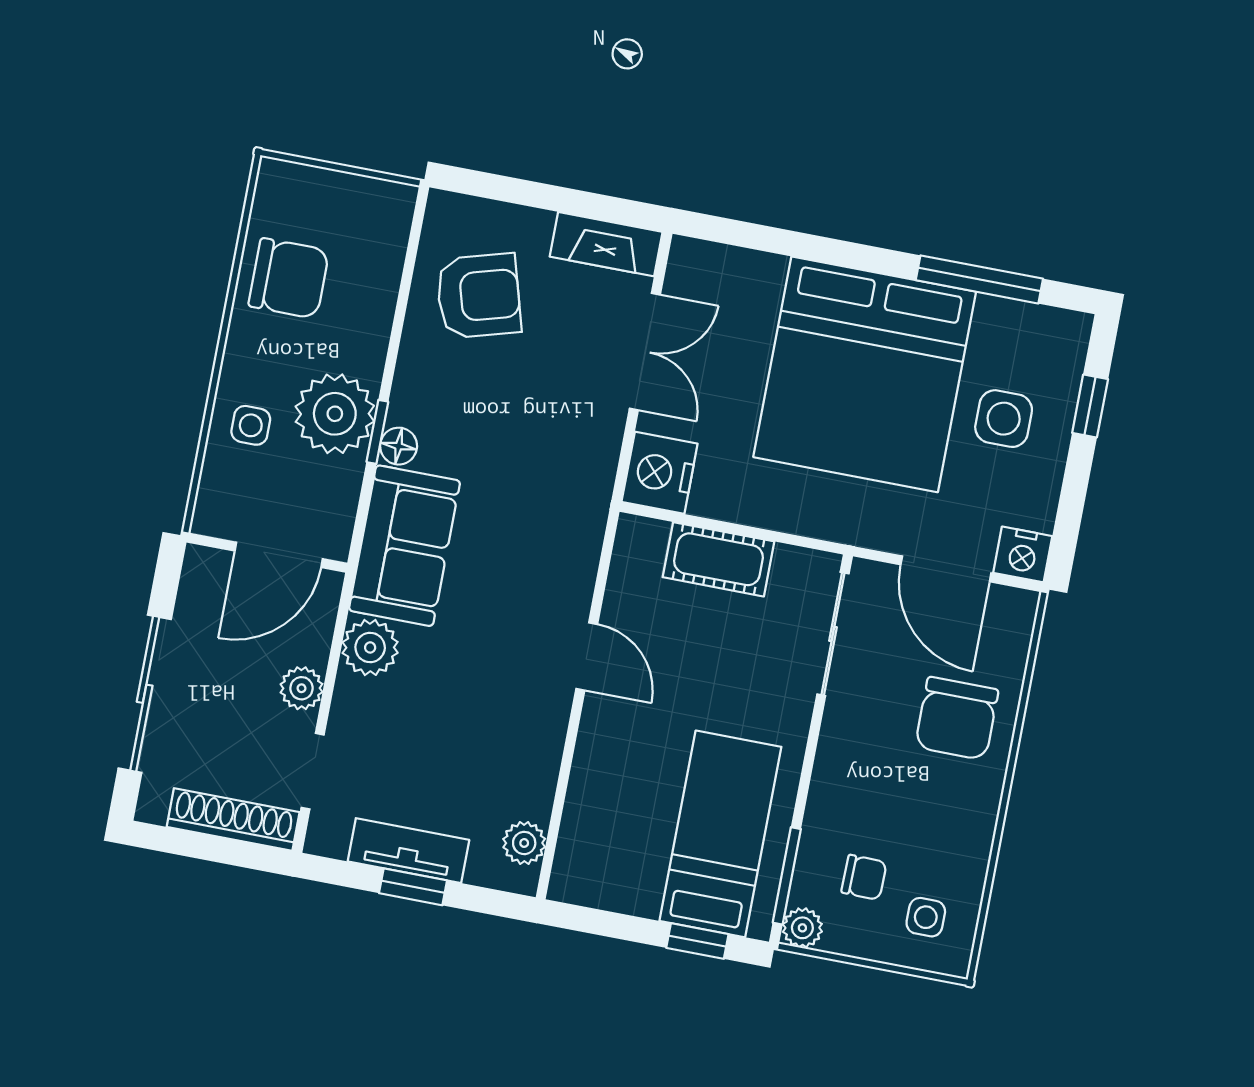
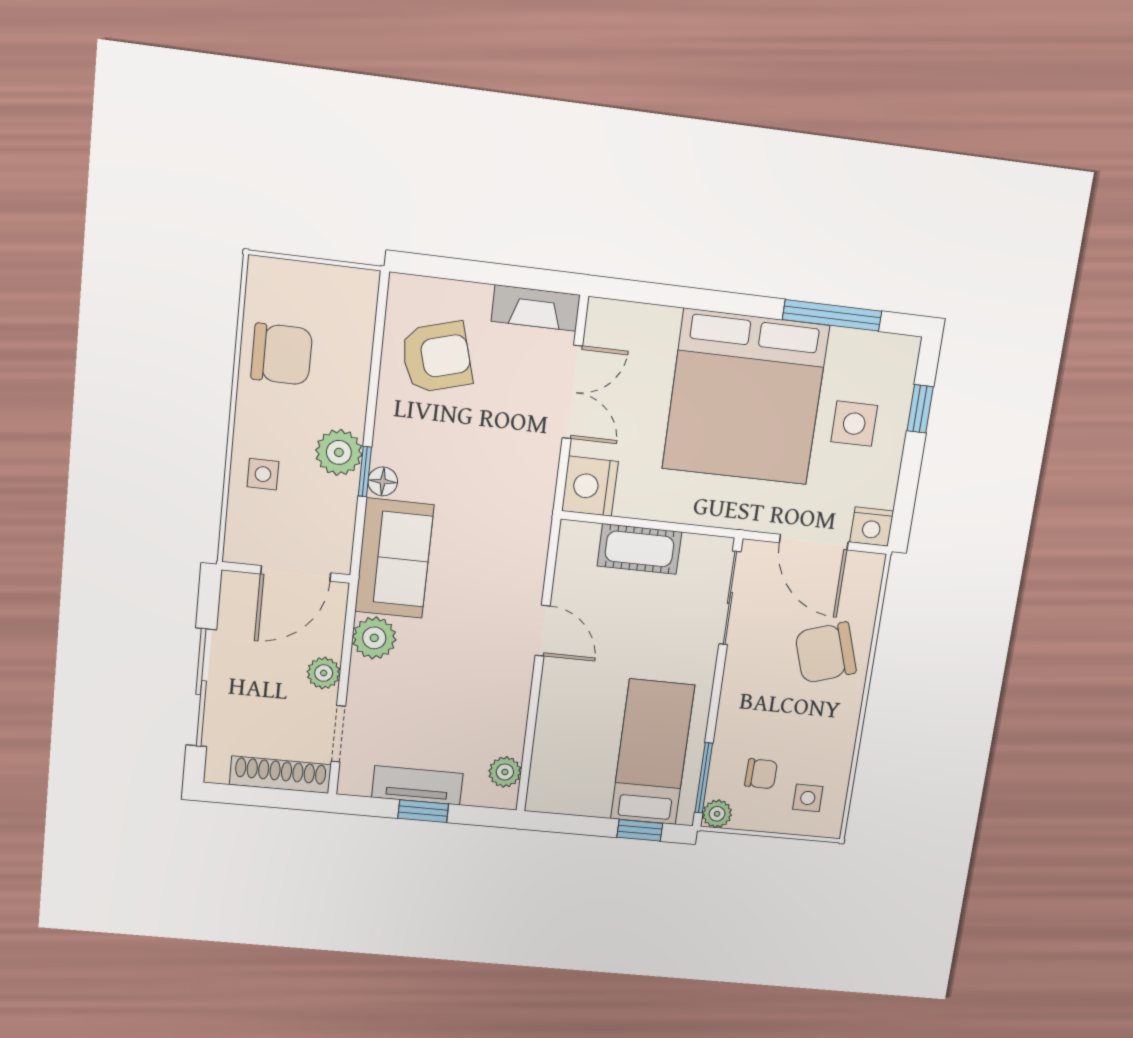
plant: (335, 414) -> (339, 452), width x0.73, depth x0.73
chair: (957, 718) -> (826, 653), turned 72

